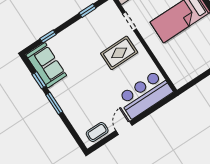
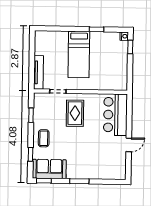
window: (39, 80) -> (44, 181), moved
door: (124, 128) -> (129, 145), swing flipped
coffee table: (97, 132) -> (44, 138), moved

